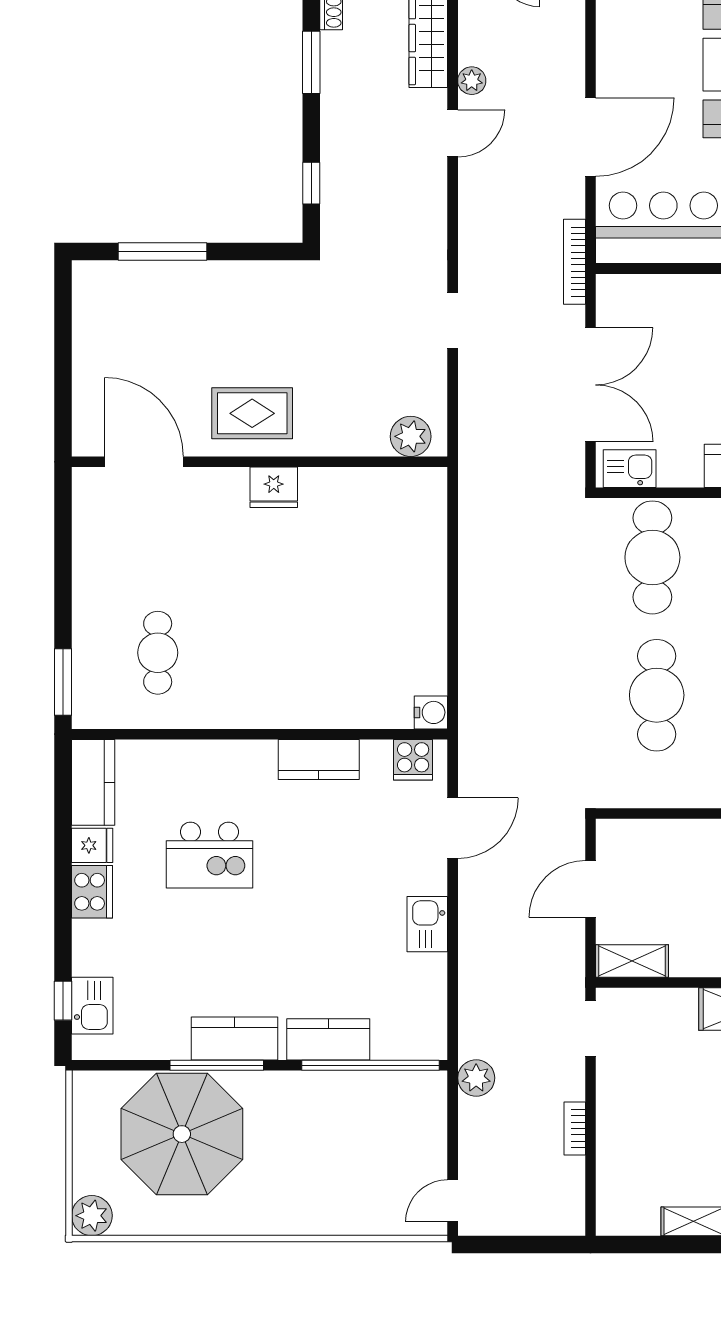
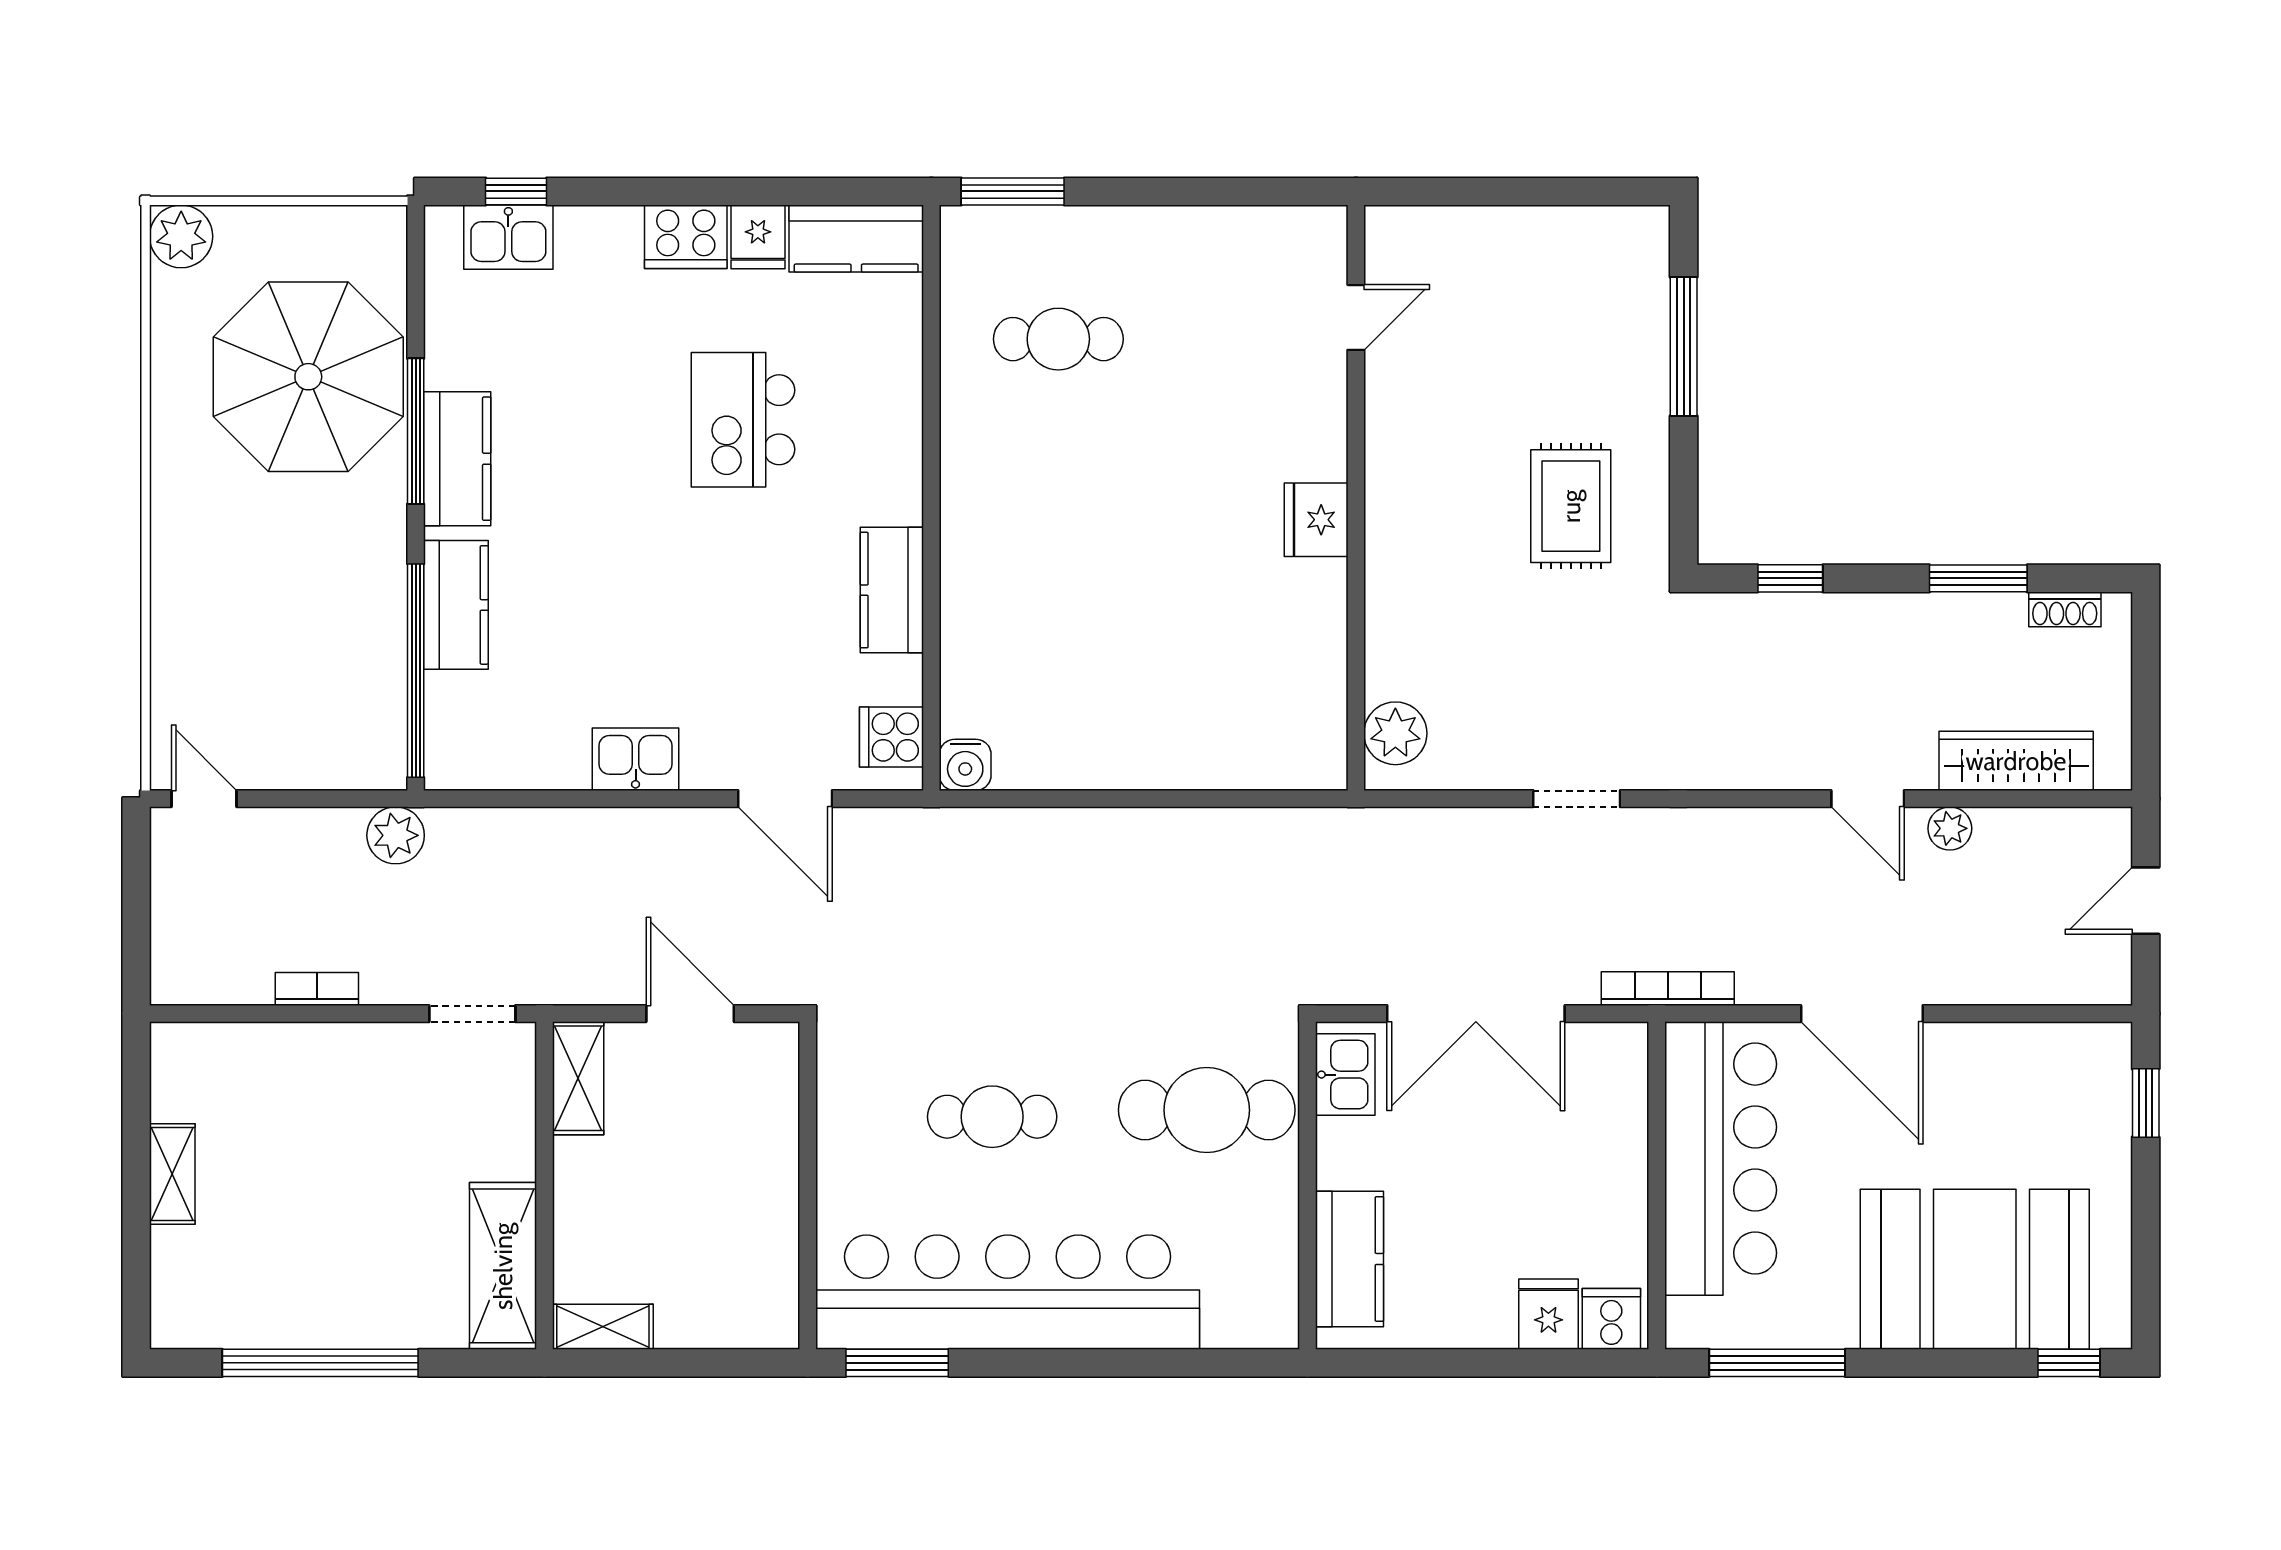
rug: (252, 413) -> (1571, 506), moved
door: (144, 462) -> (1356, 317), width x0.53
cafe table: (657, 695) -> (992, 1117), width x0.73, depth x0.74

